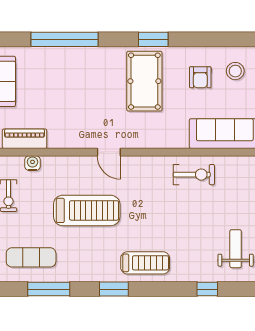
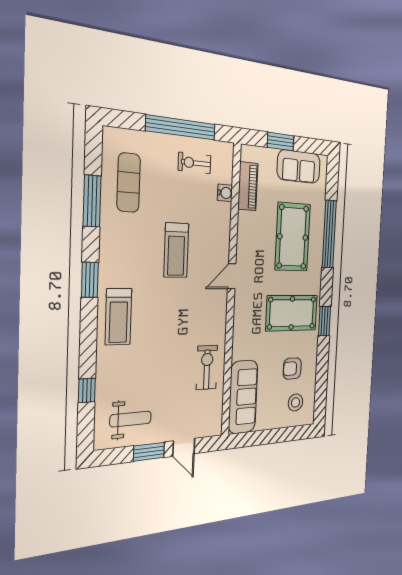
pool table: (69, 85) -> (293, 237), added
exercise bike: (194, 175) -> (207, 367), turned 180
treadmill: (87, 210) -> (176, 250), width x0.73, depth x0.73

